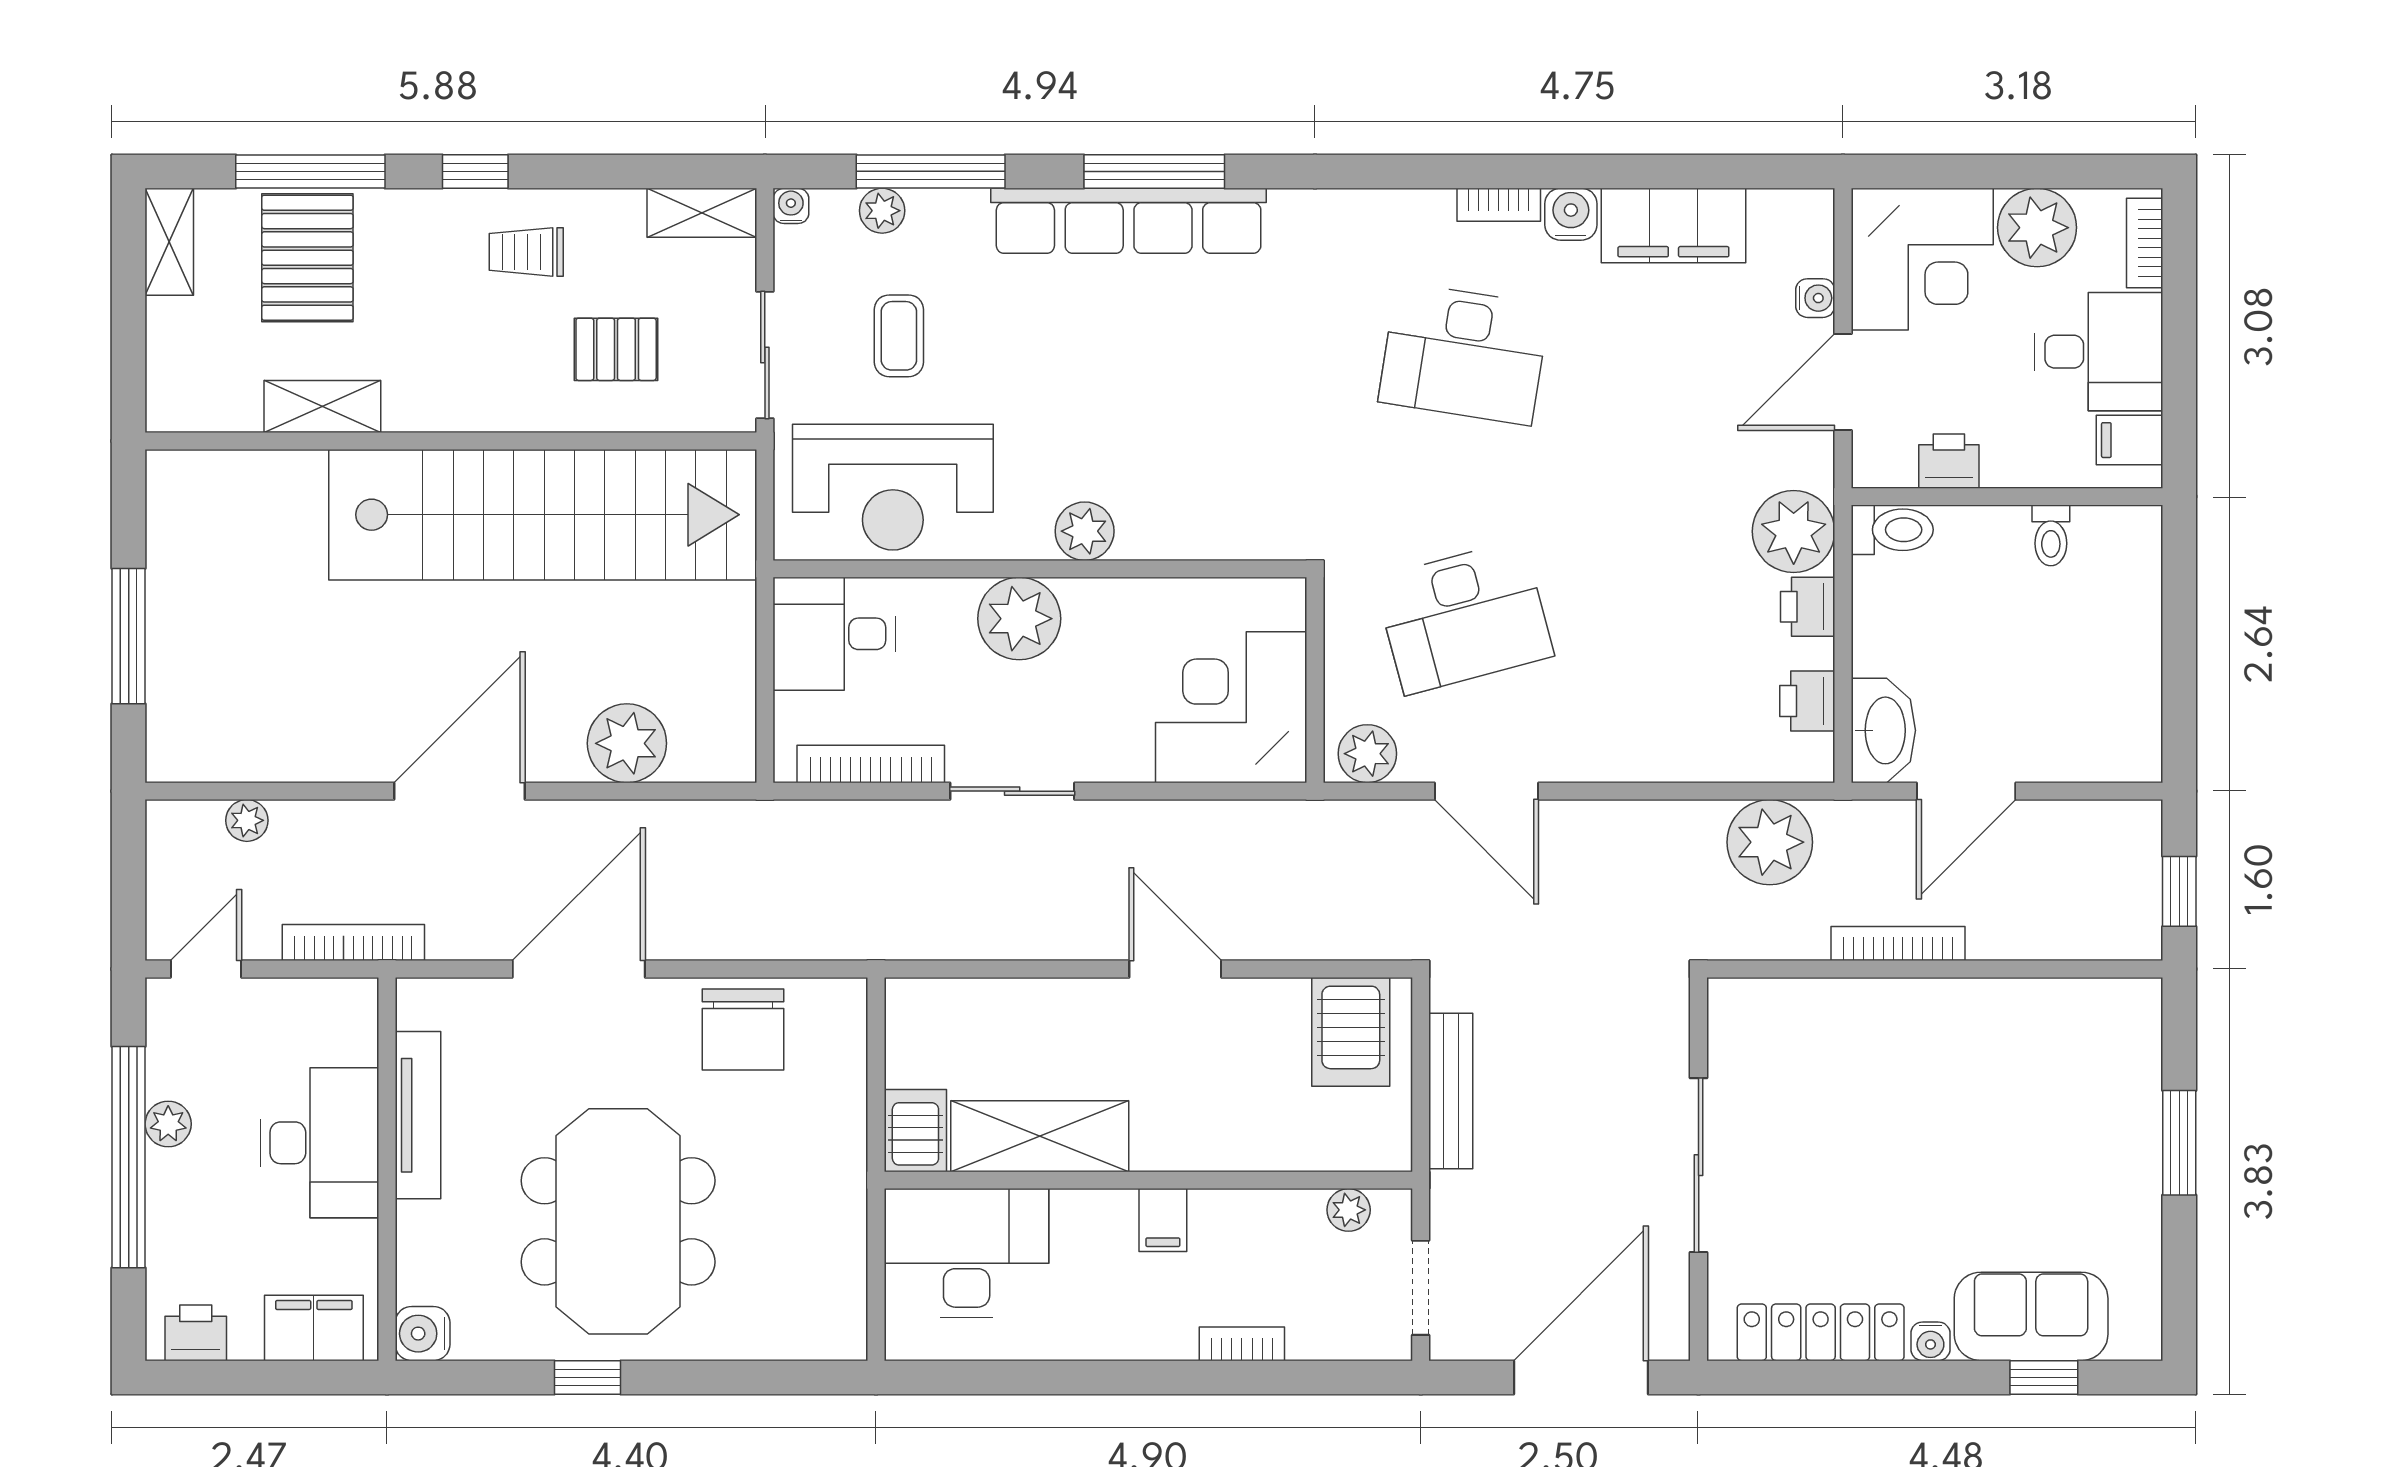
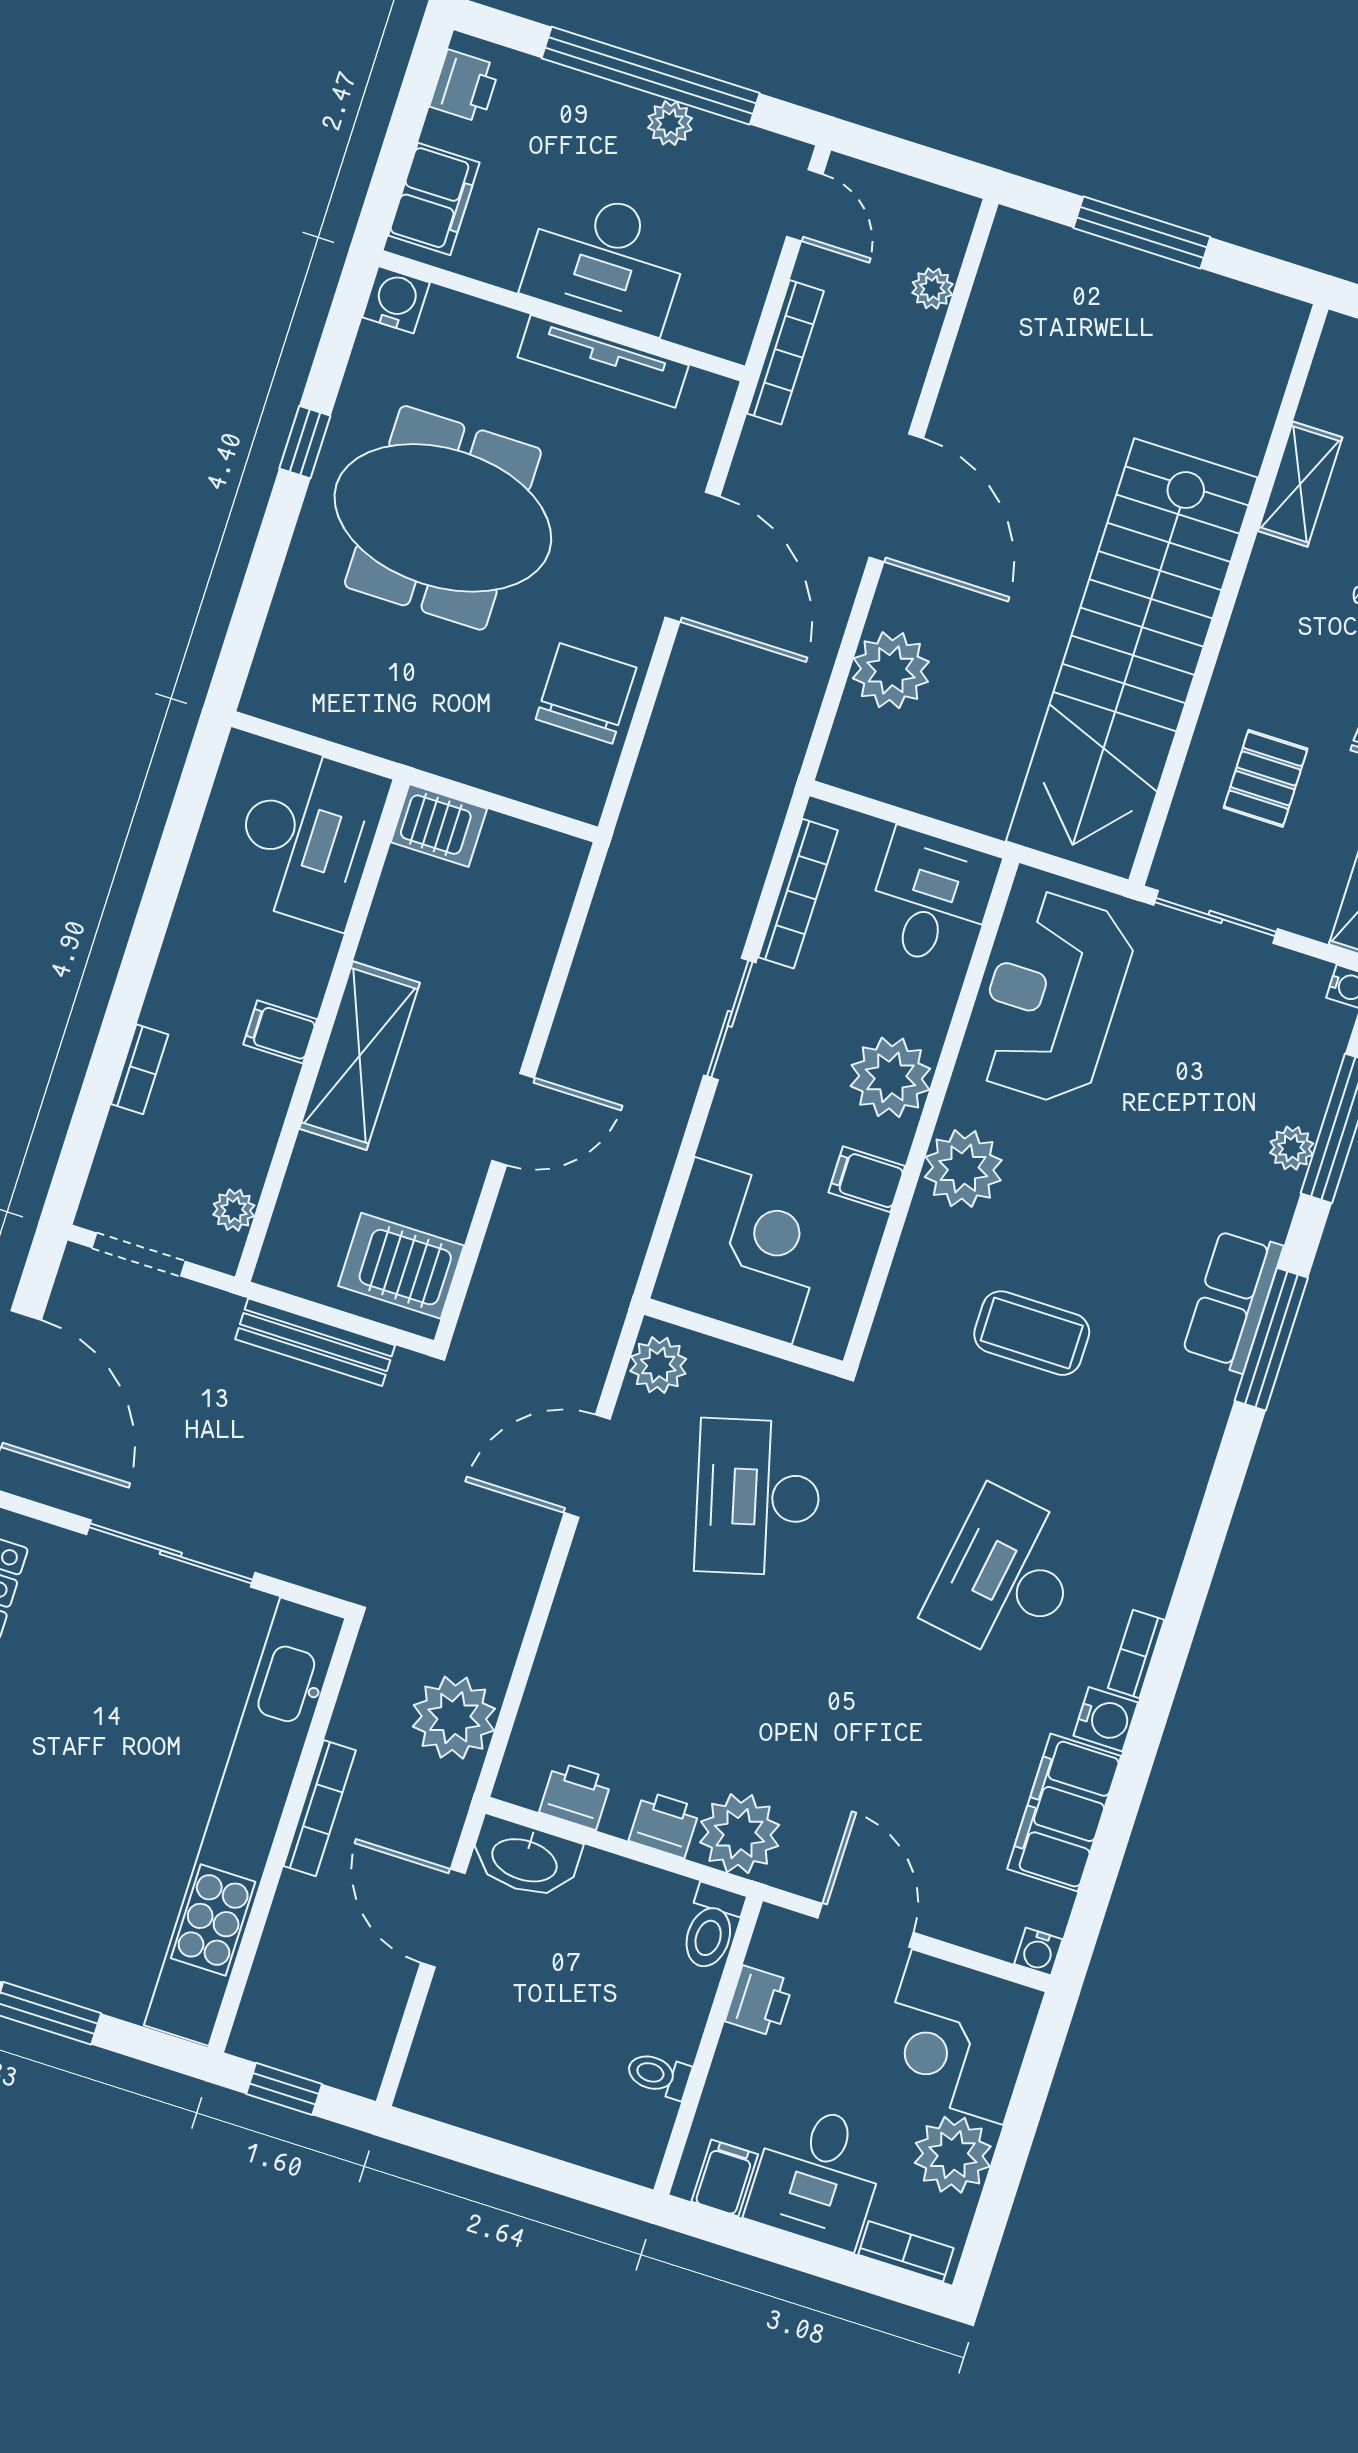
plant: (882, 211) -> (1292, 1148), moved
row of seats: (1129, 221) -> (1233, 1300), width x0.50
water cooler: (1815, 298) -> (1038, 1952), moved
coffee table: (899, 336) -> (1032, 1333), moved, width x1.36, depth x1.30
plant: (1085, 531) -> (963, 1169), width x1.36, depth x1.36
filing cabinet: (1124, 610) -> (867, 1179), added
kitchen unit: (1934, 1012) -> (245, 1822), added
chair: (743, 1030) -> (586, 693), turned 90
shelving: (1040, 1136) -> (360, 1056), moved

